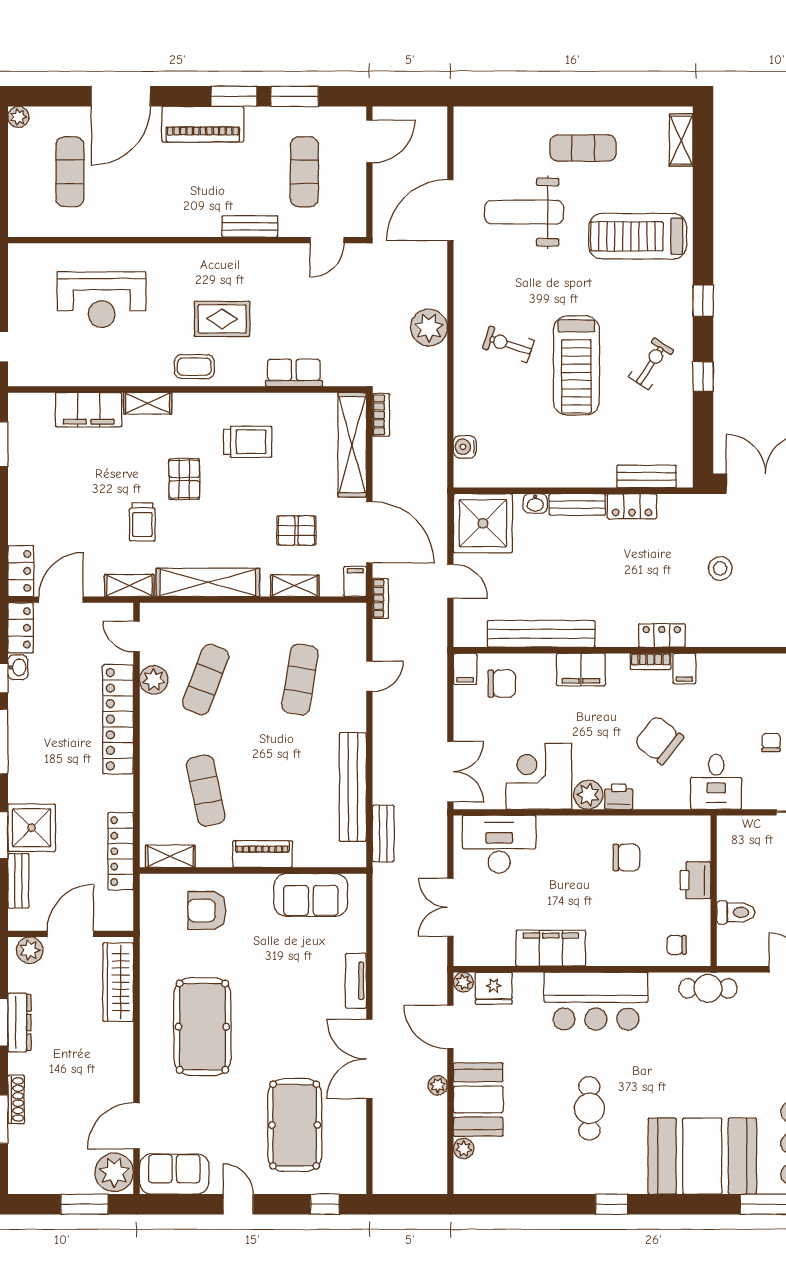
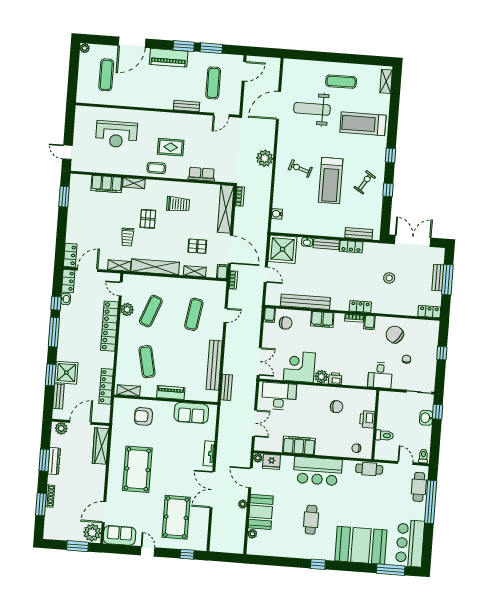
chair: (659, 740) -> (395, 334), moved
double door: (450, 907) -> (255, 423), swing flipped

